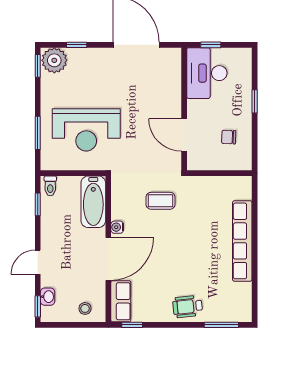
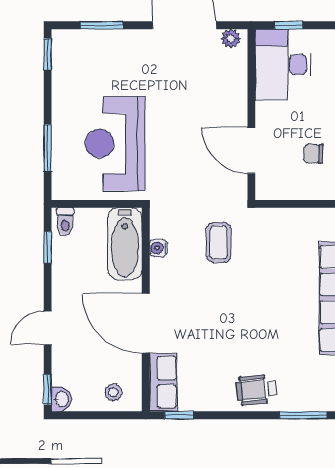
window: (77, 45) -> (102, 25), width x1.50
plant: (54, 60) -> (231, 38), moved, width x0.53, depth x0.53
reception desk: (86, 130) -> (115, 144), turned 90
coffee table: (161, 201) -> (219, 242), turned 90
water cooler: (117, 227) -> (158, 248), moved
door: (108, 259) -> (146, 323), swing flipped
washbasin: (48, 297) -> (61, 399), moved

